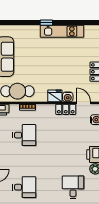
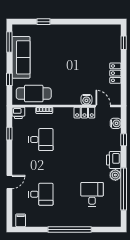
window: (46, 23) -> (43, 22), moved
kitchen unit: (62, 31) -> (80, 31), removed
fridge: (55, 96) -> (73, 98), removed

